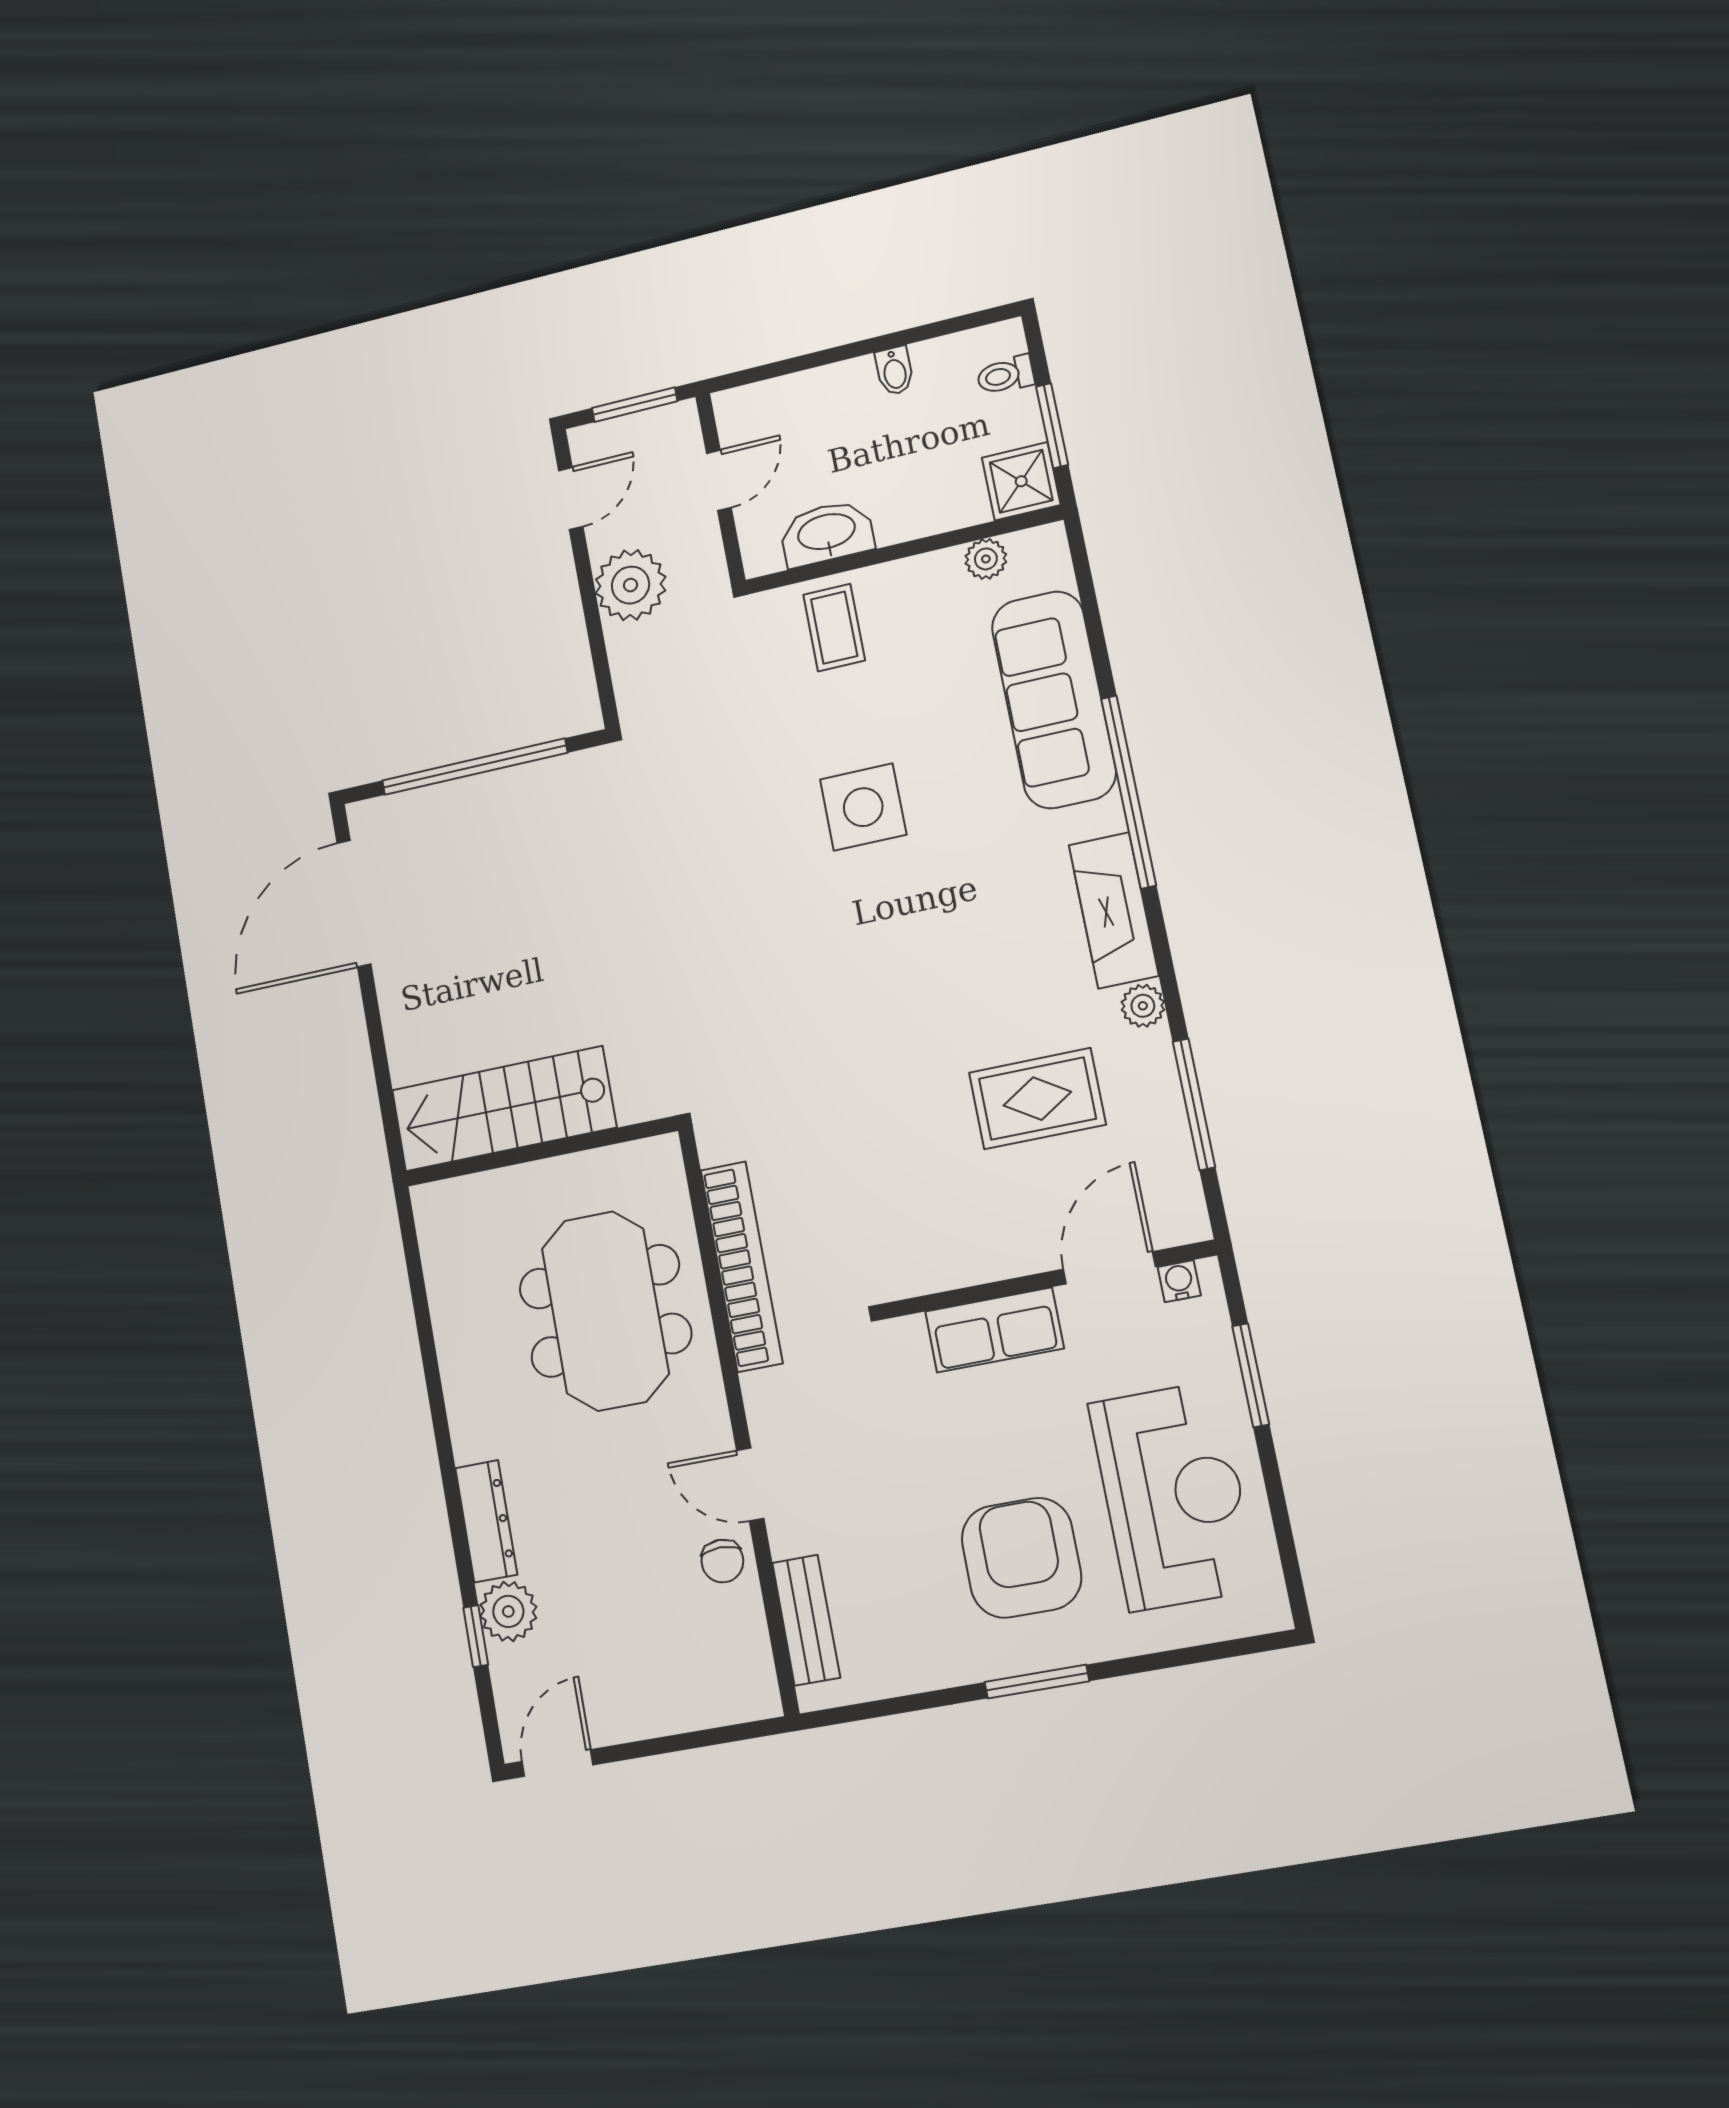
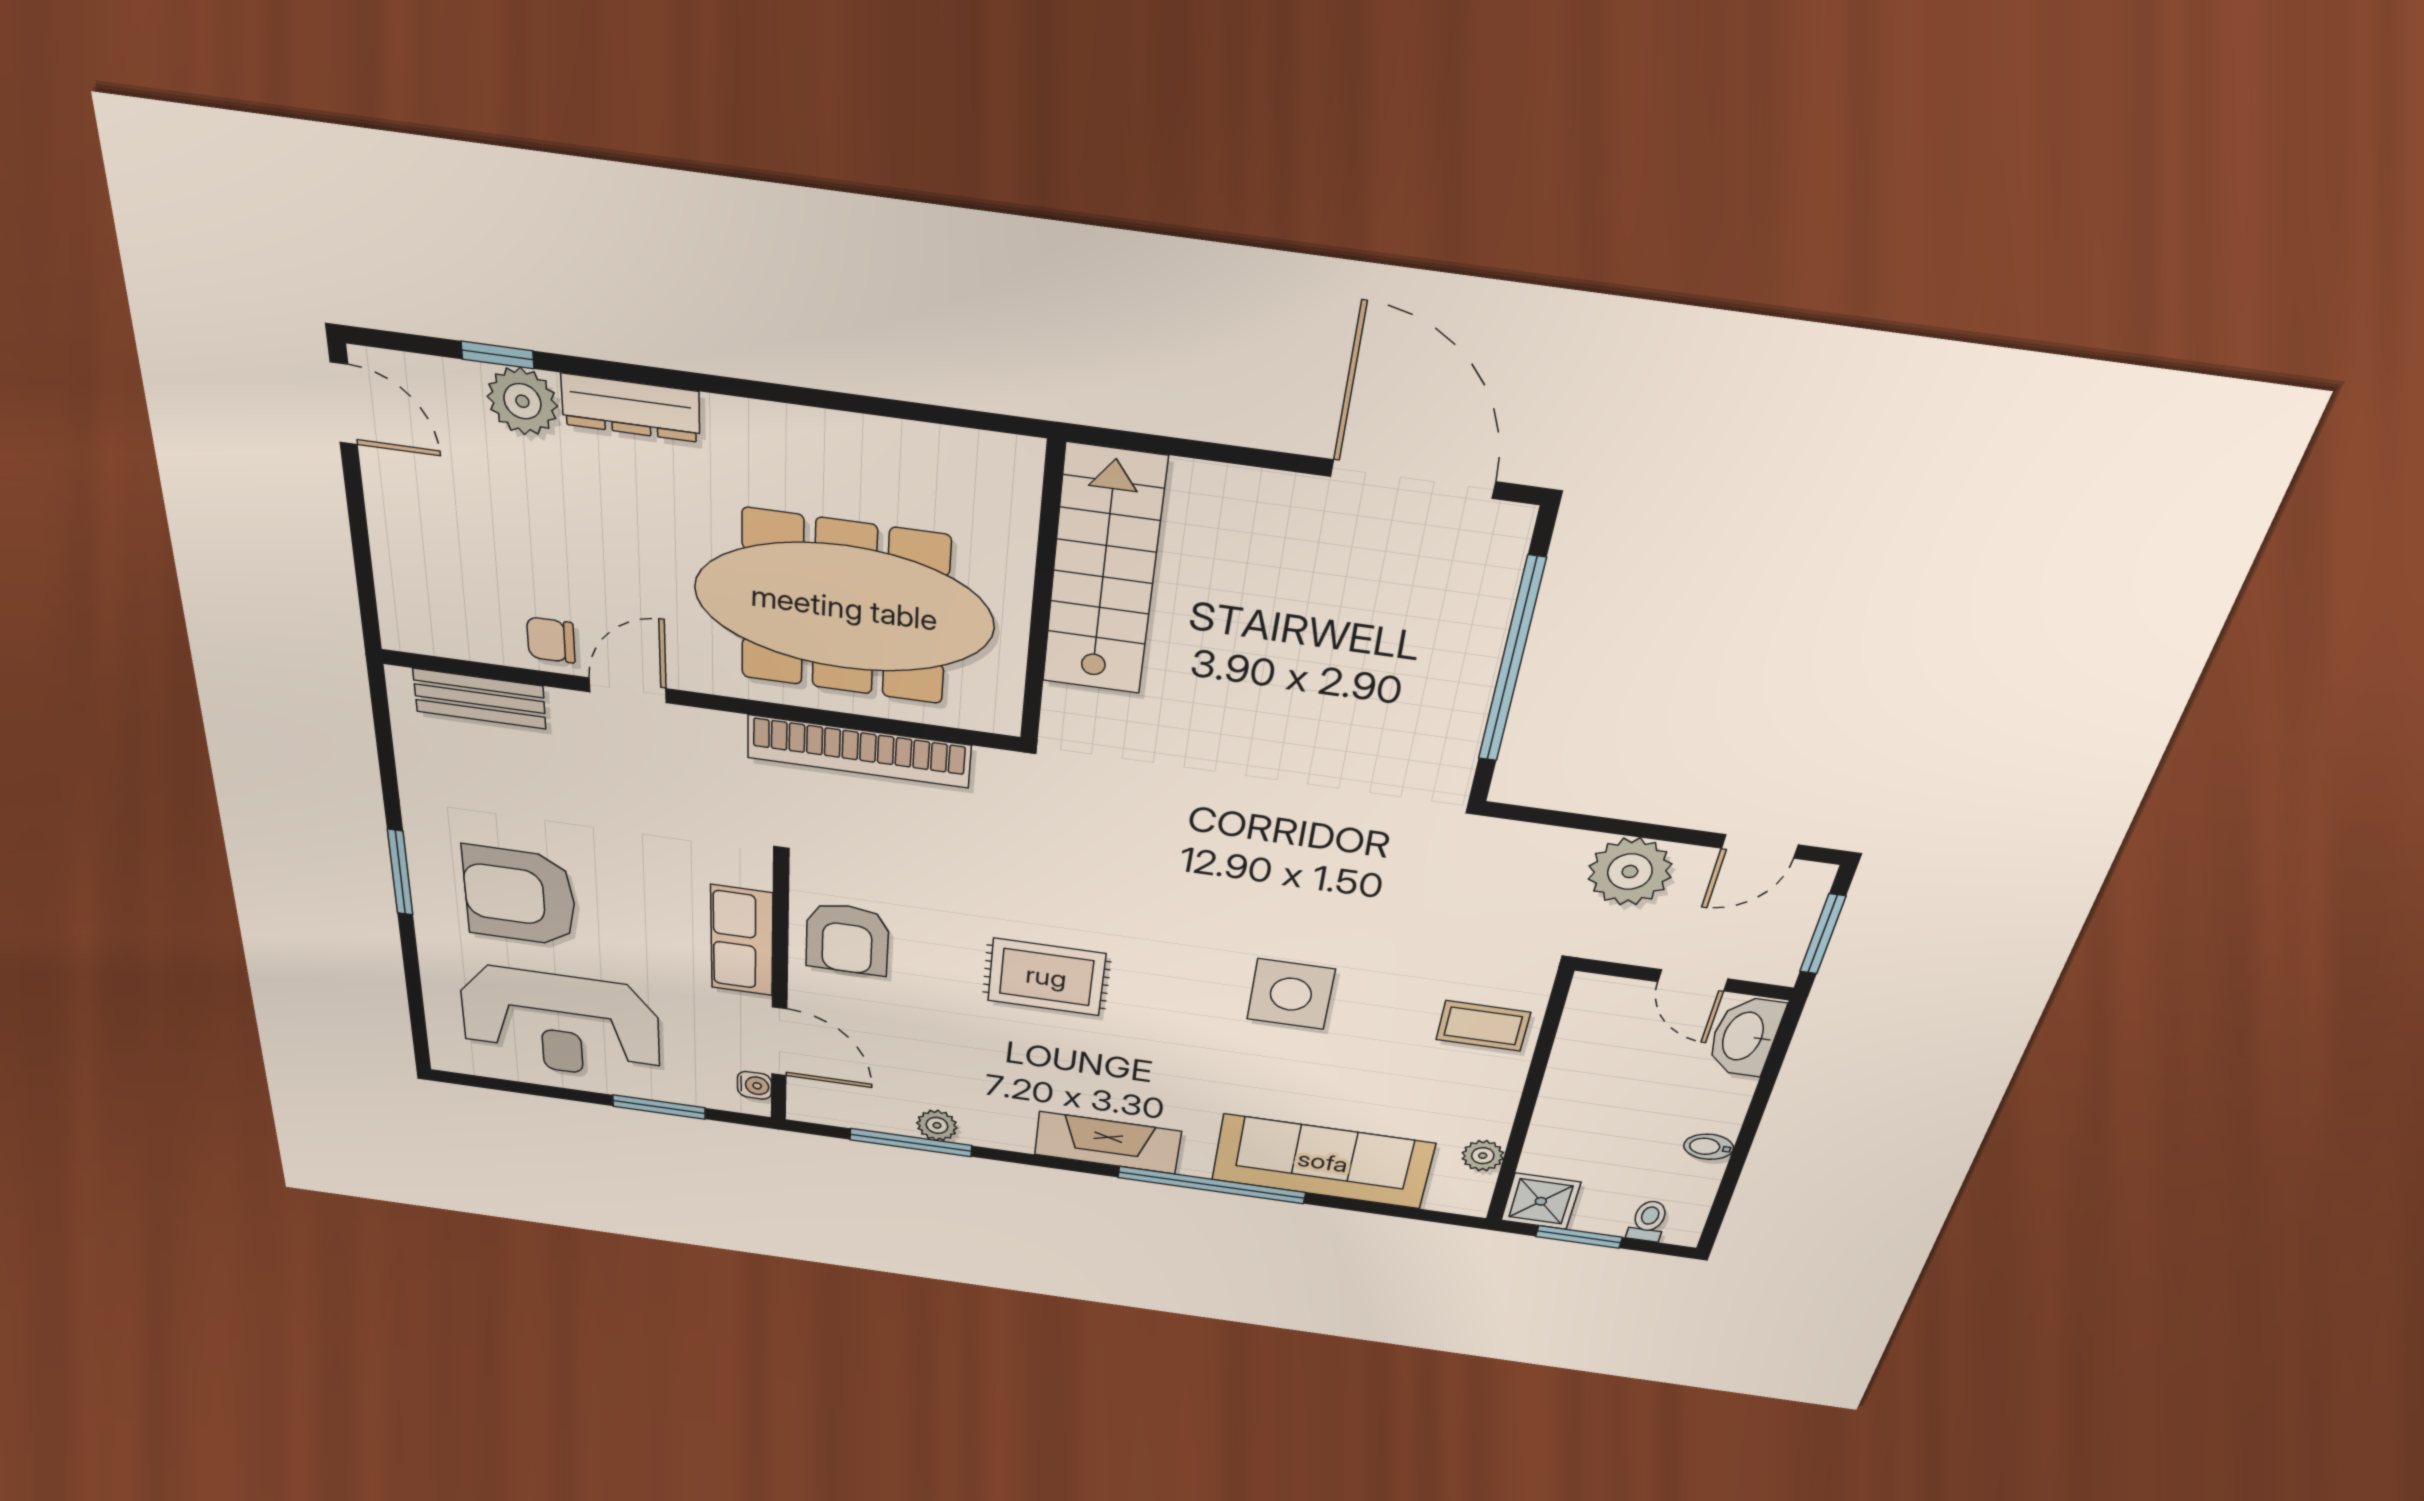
door: (571, 498) -> (1760, 846), hinge flipped
washbasin: (827, 533) -> (1745, 1036), moved, turned 180
plant: (1143, 1006) -> (937, 1125), moved
rug: (1037, 1099) -> (1046, 977), moved, turned 90
armchair: (954, 1229) -> (847, 939), added
meeting table: (605, 1311) -> (844, 608), width x1.36
armchair: (1021, 1558) -> (520, 896), turned 180

